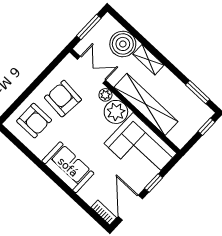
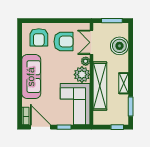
shelving: (148, 60) -> (124, 83), moved
double door: (91, 70) -> (92, 42), swing flipped
armchair: (63, 99) -> (64, 42), turned 85
sofa: (68, 167) -> (31, 77), width x1.36
door: (130, 208) -> (40, 127), hinge flipped

